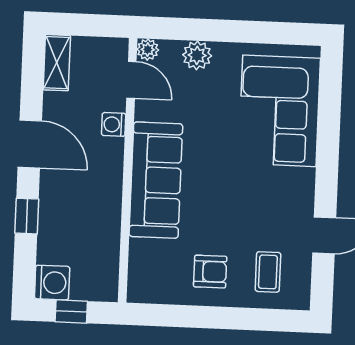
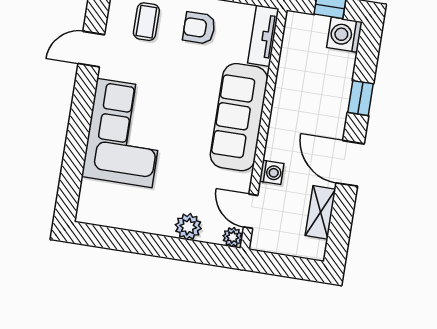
shelving: (57, 63) -> (320, 212), moved
corner sofa: (279, 111) -> (124, 133), moved
tv unit: (140, 271) -> (263, 36), added

